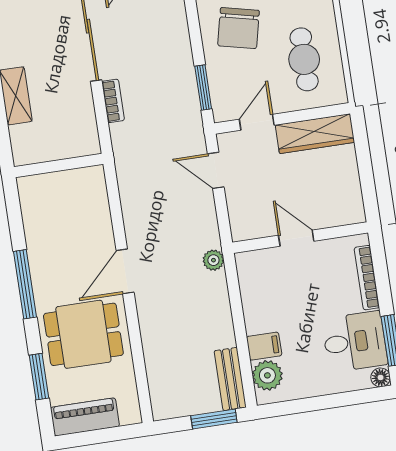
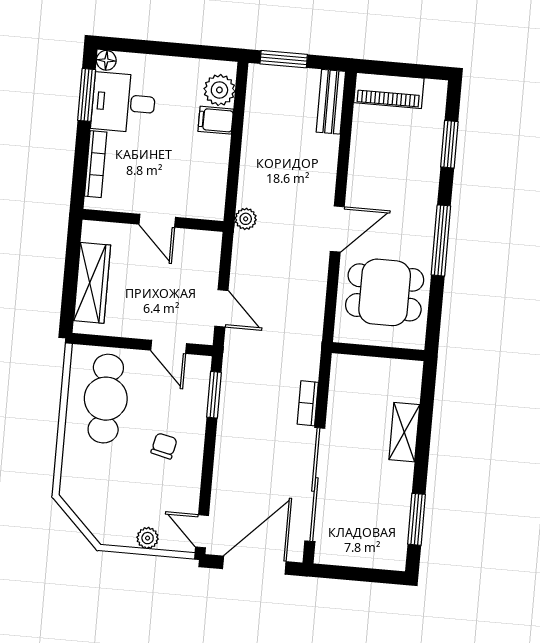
chair: (238, 28) -> (164, 446), width x0.54, depth x0.54
cafe table: (304, 59) -> (106, 399), width x1.37, depth x1.35
door: (257, 122) -> (169, 347), hinge flipped
wardrobe: (315, 134) -> (92, 283), moved, turned 90
dining table: (83, 334) -> (385, 292), moved
bench: (230, 379) -> (331, 102), moved
piano: (85, 417) -> (389, 90), moved

